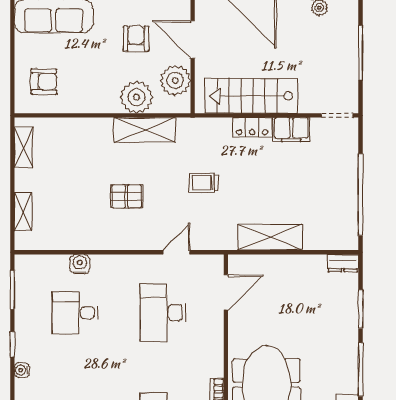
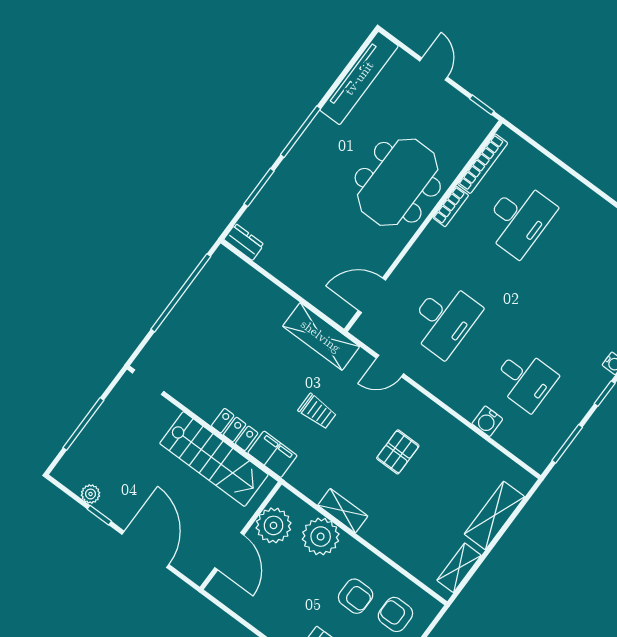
armchair: (136, 39) -> (356, 596), moved, turned -90
shelving: (145, 130) -> (343, 511), width x0.67, depth x0.75
filing cabinet: (291, 130) -> (272, 454), moved
pallet: (127, 196) -> (398, 452), turned 90
shelving: (23, 212) -> (494, 515), width x1.50, depth x1.33
shelving: (270, 237) -> (321, 336), moved

